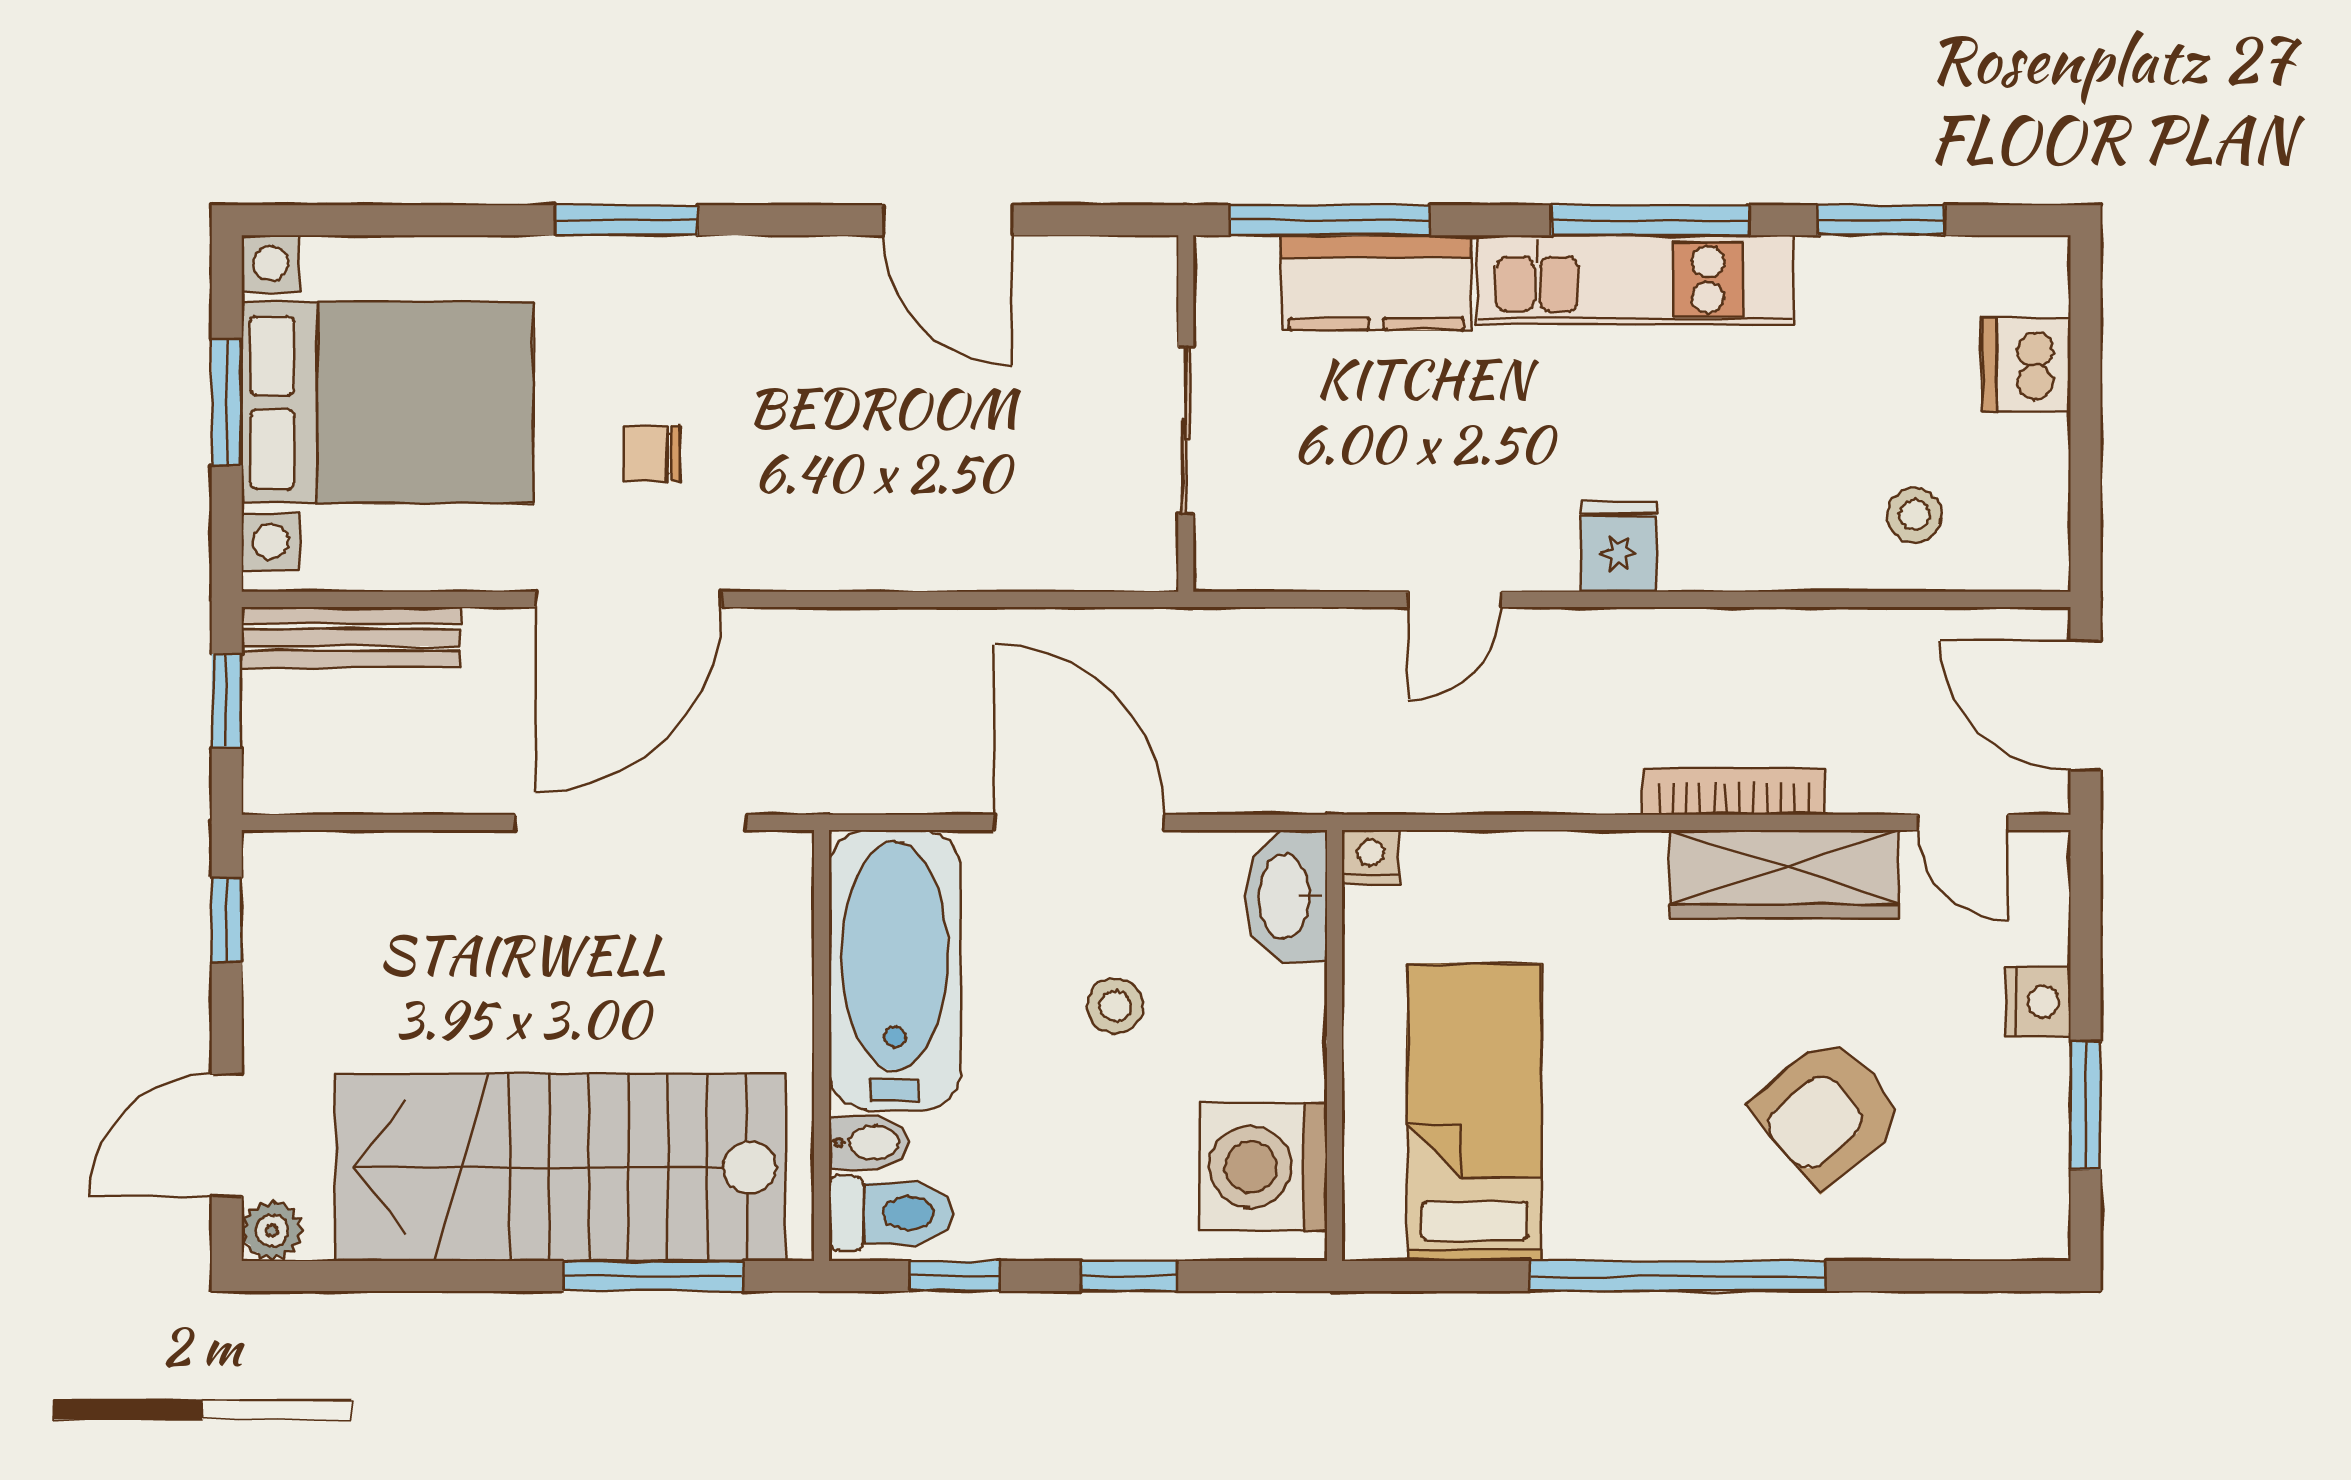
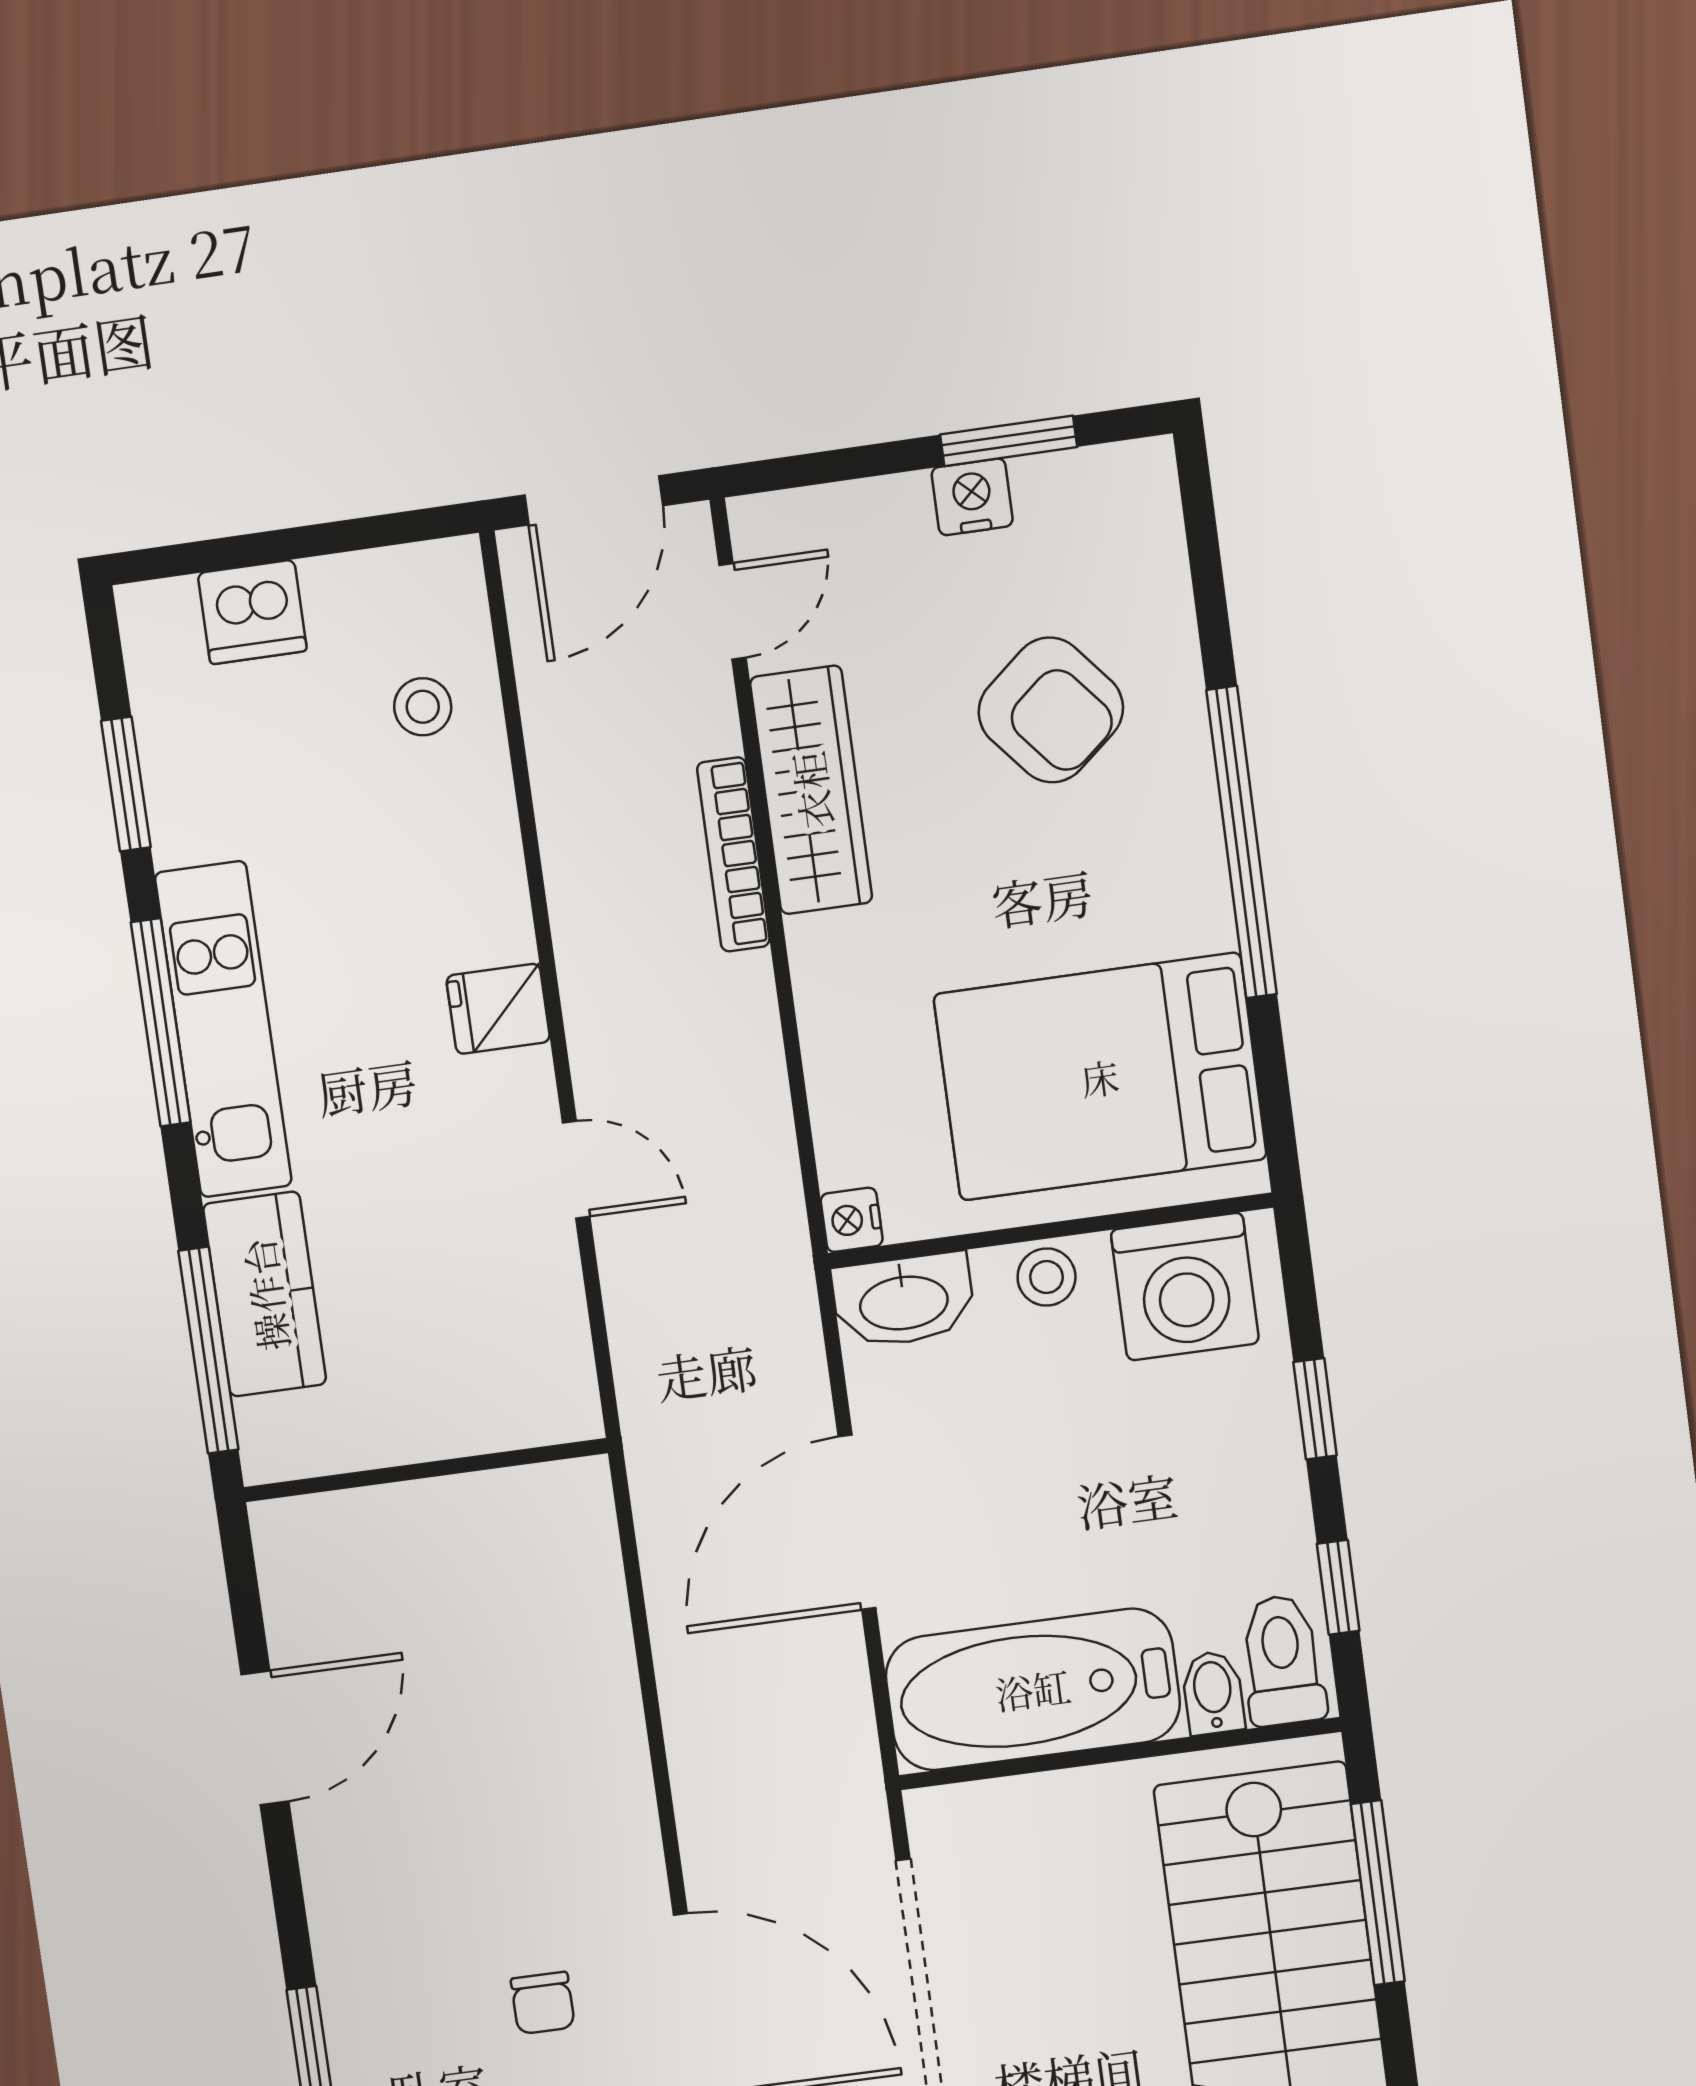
sliding door: (1186, 430) -> (443, 1468), removed
nightstand: (2038, 1002) -> (972, 497), moved
stool: (1115, 1006) -> (1046, 1277), moved
bed: (1475, 1112) -> (1100, 1077), width x1.50

